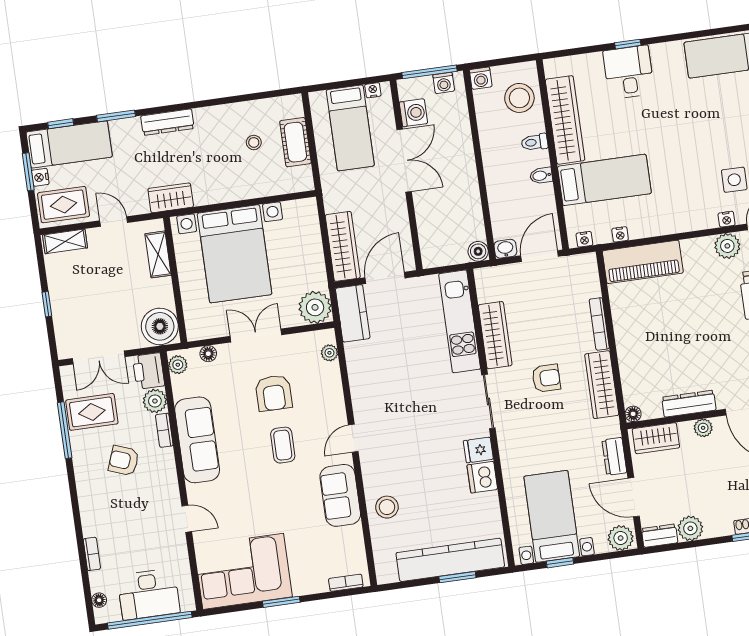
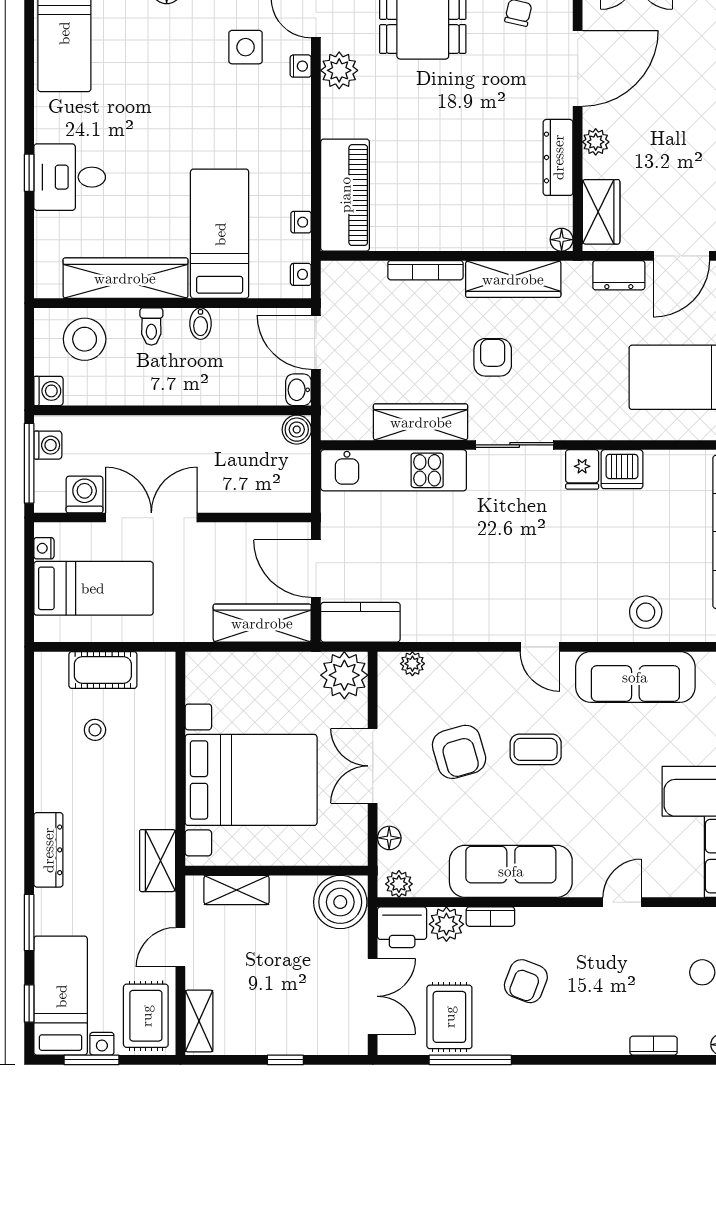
armchair: (274, 393) -> (459, 752), turned 74
sofa: (340, 495) -> (635, 677), width x1.36

